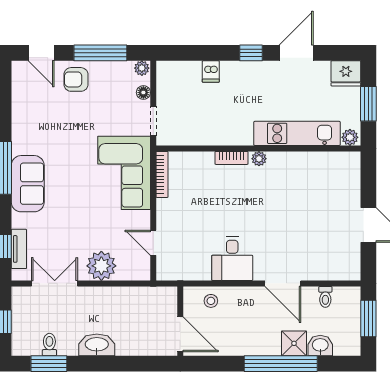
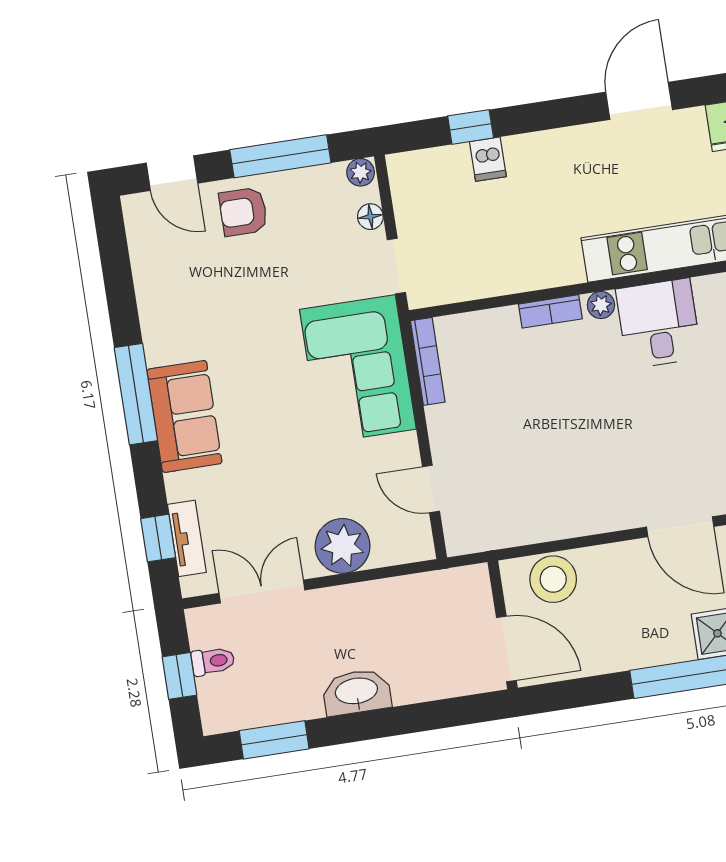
window: (251, 53) -> (471, 127), moved
desk: (232, 259) -> (659, 323), moved, turned 180
stool: (211, 301) -> (553, 579), width x1.89, depth x1.89
toilet: (49, 345) -> (213, 661), moved, turned 90

